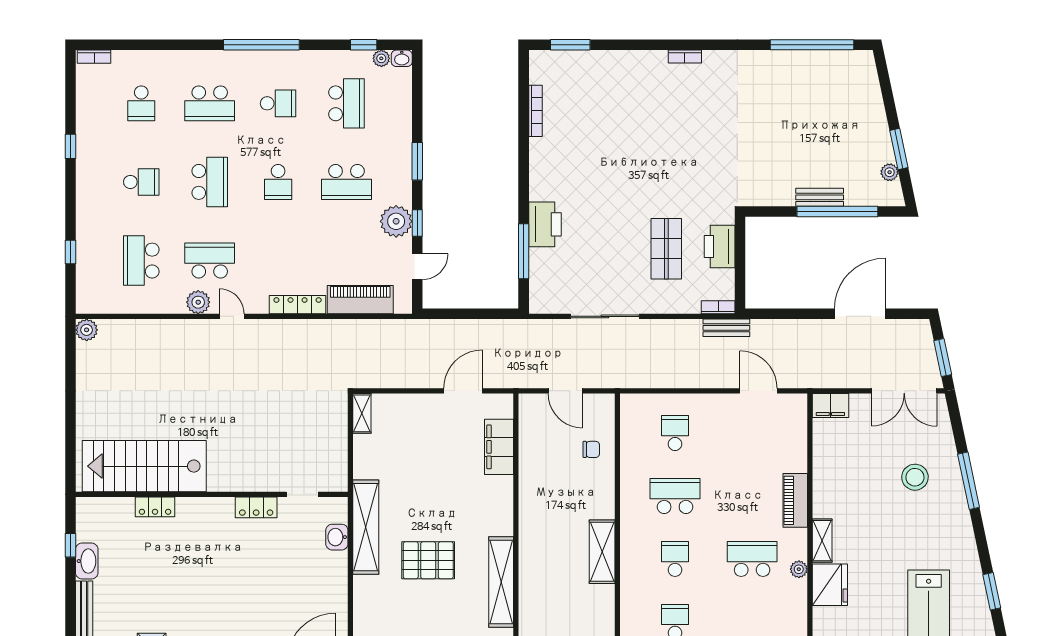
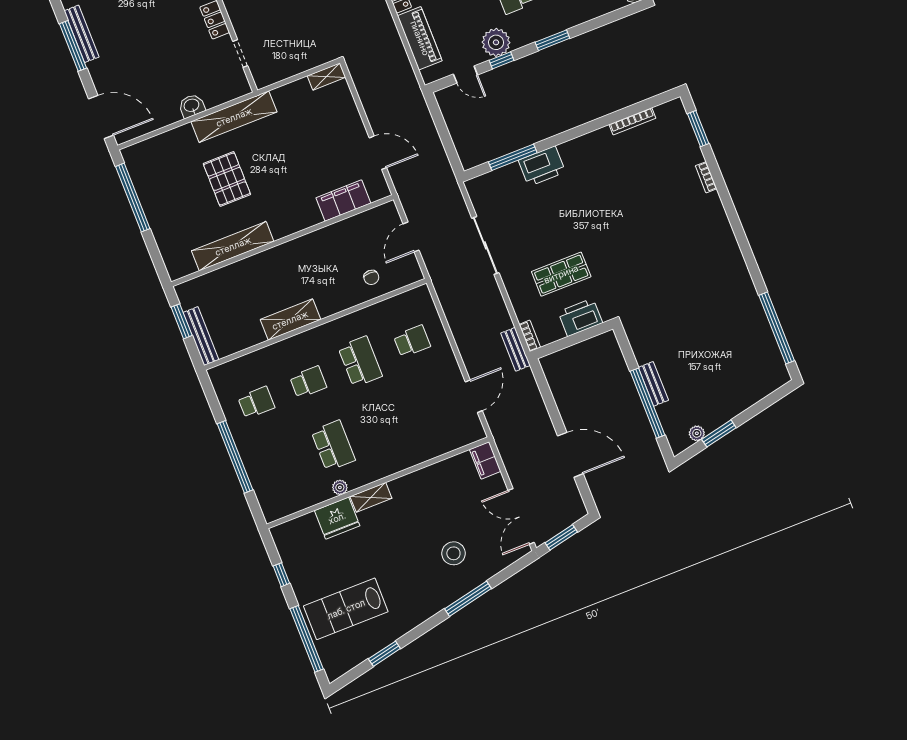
bookcase: (685, 57) -> (706, 177), moved
piano: (795, 500) -> (396, 462), removed
washbasin: (337, 537) -> (192, 106), moved

